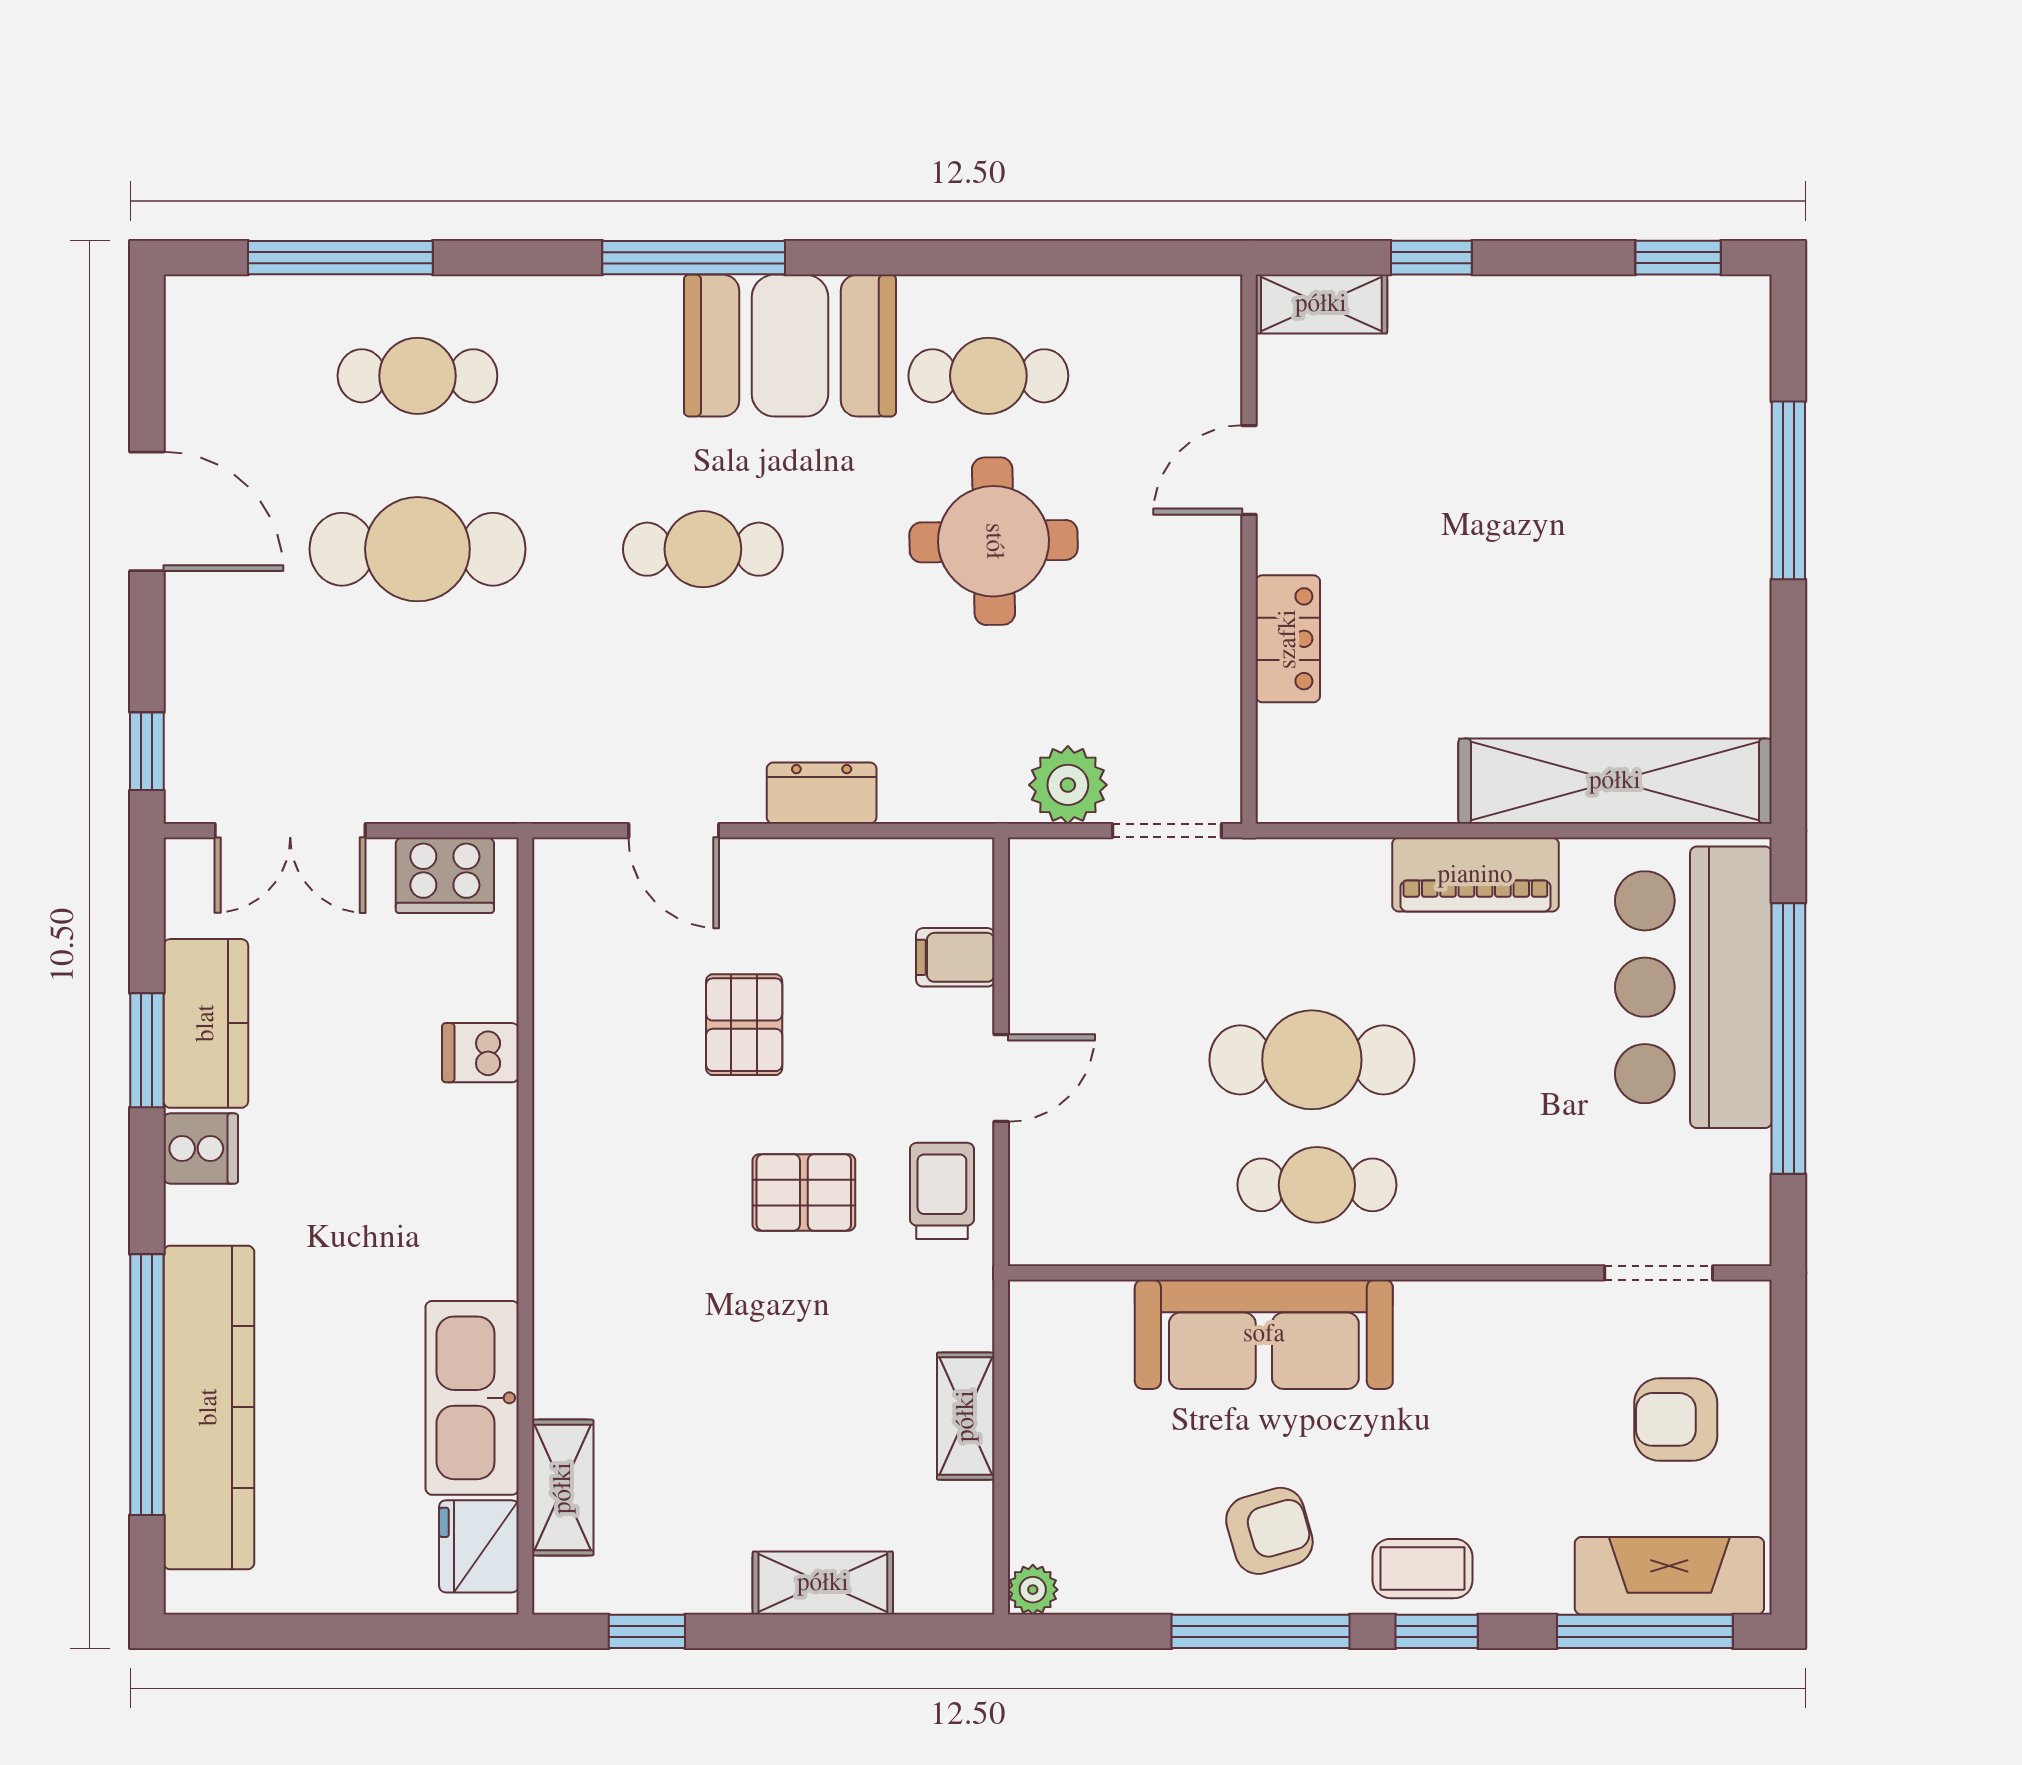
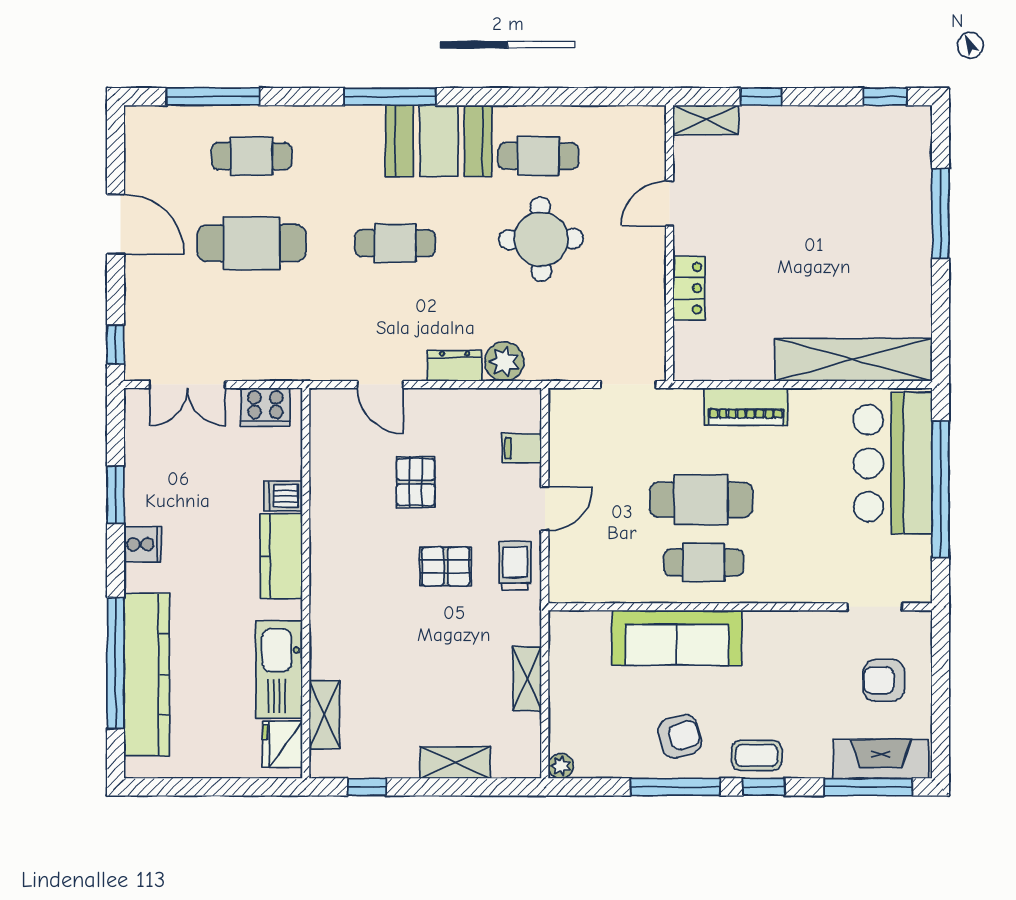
plant: (1068, 785) -> (504, 362), moved
piano: (1475, 875) -> (746, 407), moved
kitchen counter: (206, 1023) -> (281, 556), moved, turned 180

